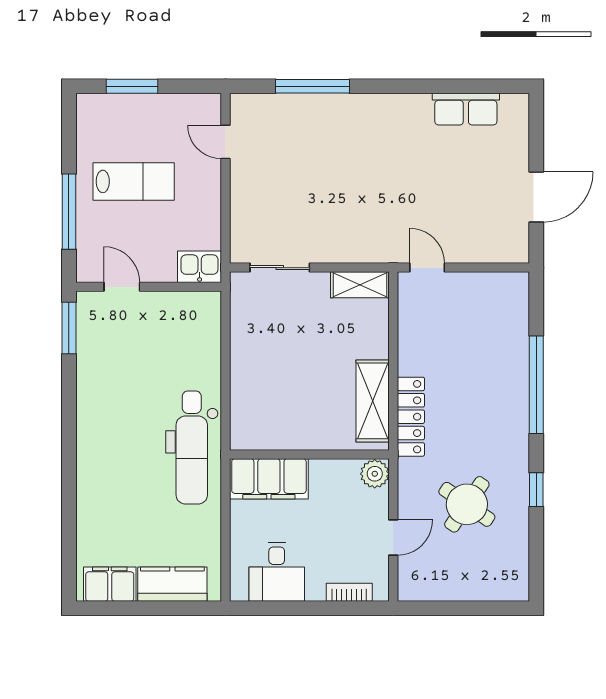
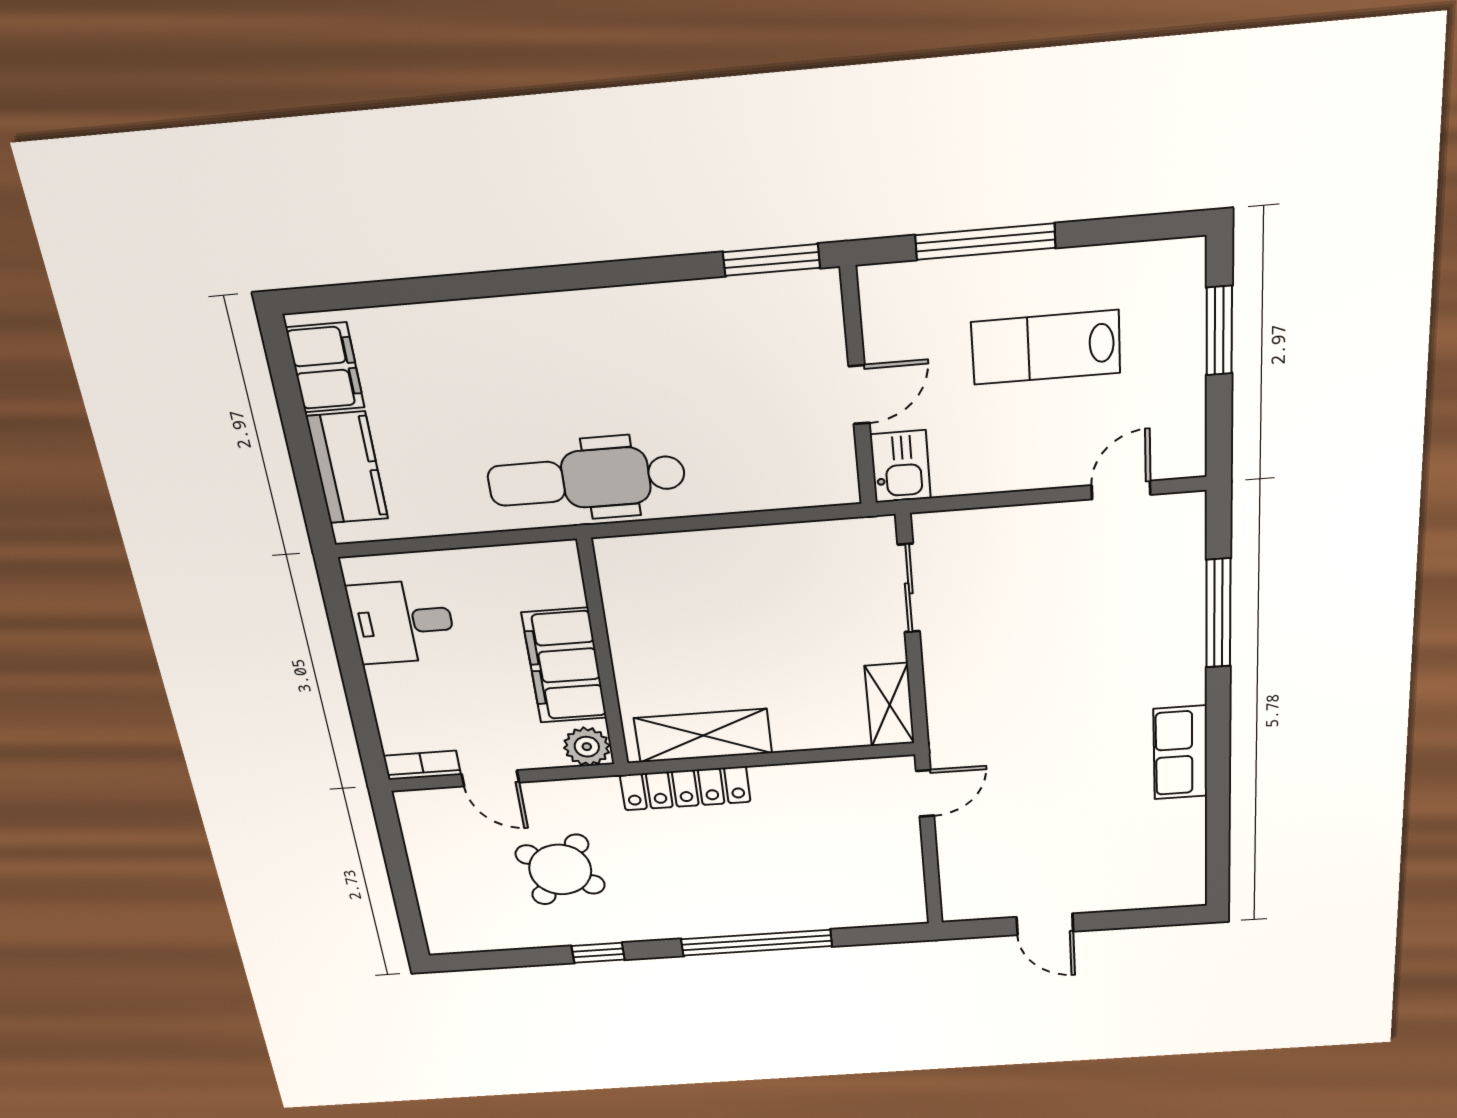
row of seats: (466, 109) -> (1180, 753), moved
lab bench: (134, 181) -> (1046, 347), turned 90
door: (536, 197) -> (1045, 924), width x0.73
door: (122, 287) -> (859, 395), moved
filing cabinet: (269, 479) -> (564, 666), moved
bookcase: (349, 592) -> (422, 765), moved, turned -90

